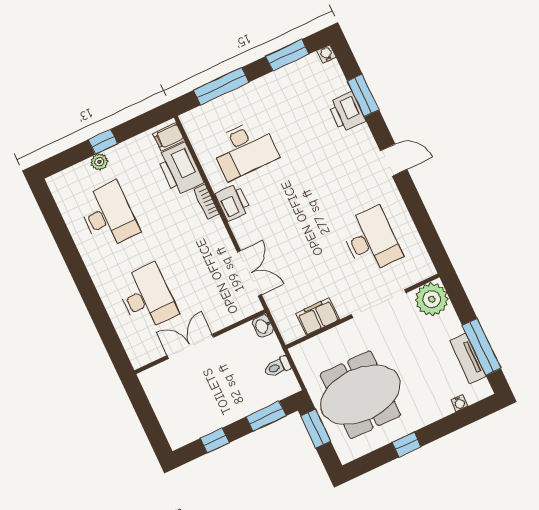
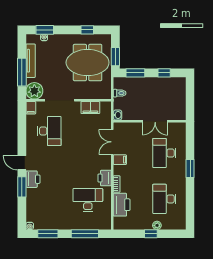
window: (363, 95) -> (22, 187), moved
printer: (347, 112) -> (33, 179), moved
filing cabinet: (169, 137) -> (120, 160), moved
desk: (371, 240) -> (49, 131), turned 180
filing cabinet: (424, 266) -> (31, 108), added
window: (88, 291) -> (190, 169), added
window: (482, 347) -> (22, 72), moved
tv unit: (468, 359) -> (31, 61), width x1.41
window: (464, 417) -> (45, 30), added
window: (406, 444) -> (87, 30), moved

